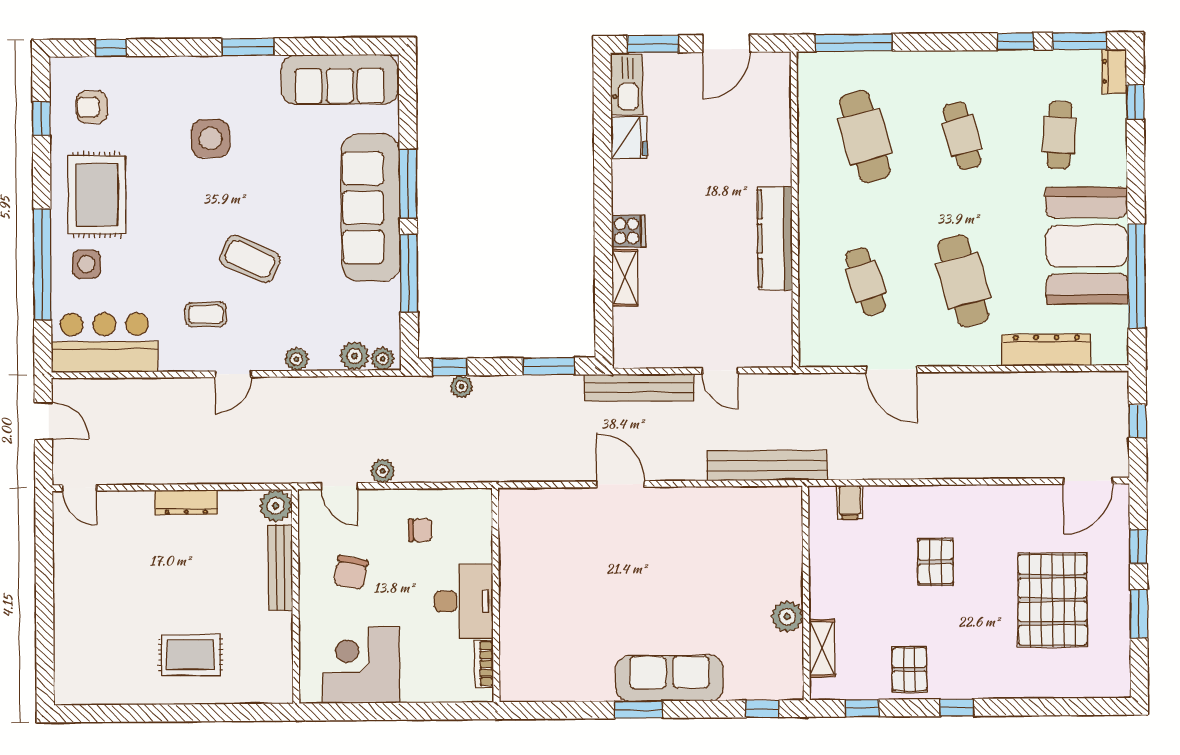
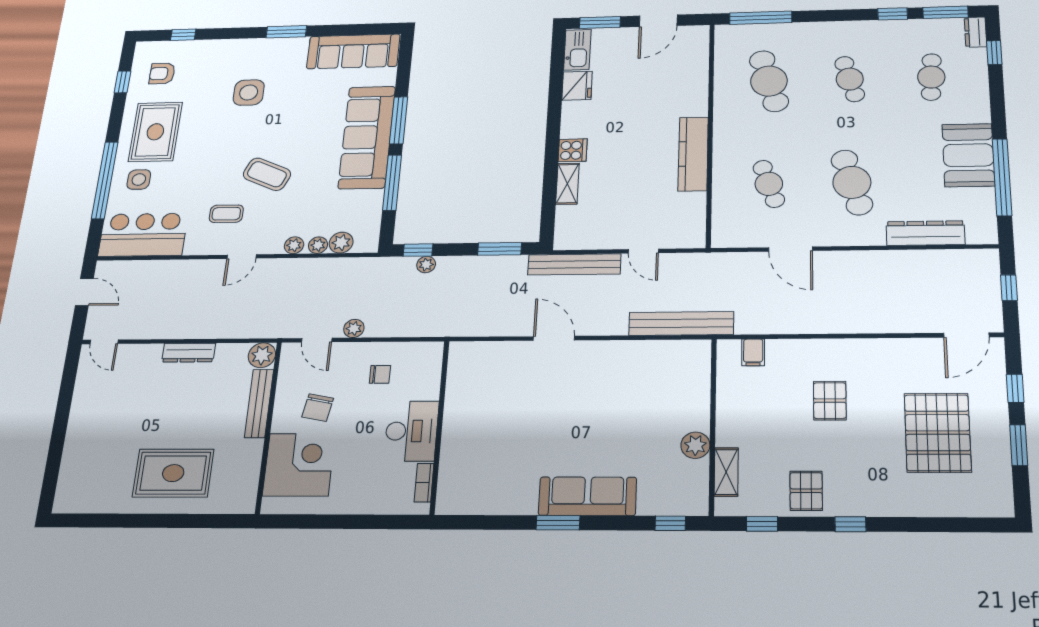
booth: (1087, 246) -> (968, 155), width x0.73, depth x0.70
plant: (383, 359) -> (318, 245), moved
rug: (190, 655) -> (173, 473), width x1.36, depth x1.43
corner desk: (361, 665) -> (299, 465), moved, turned 90

